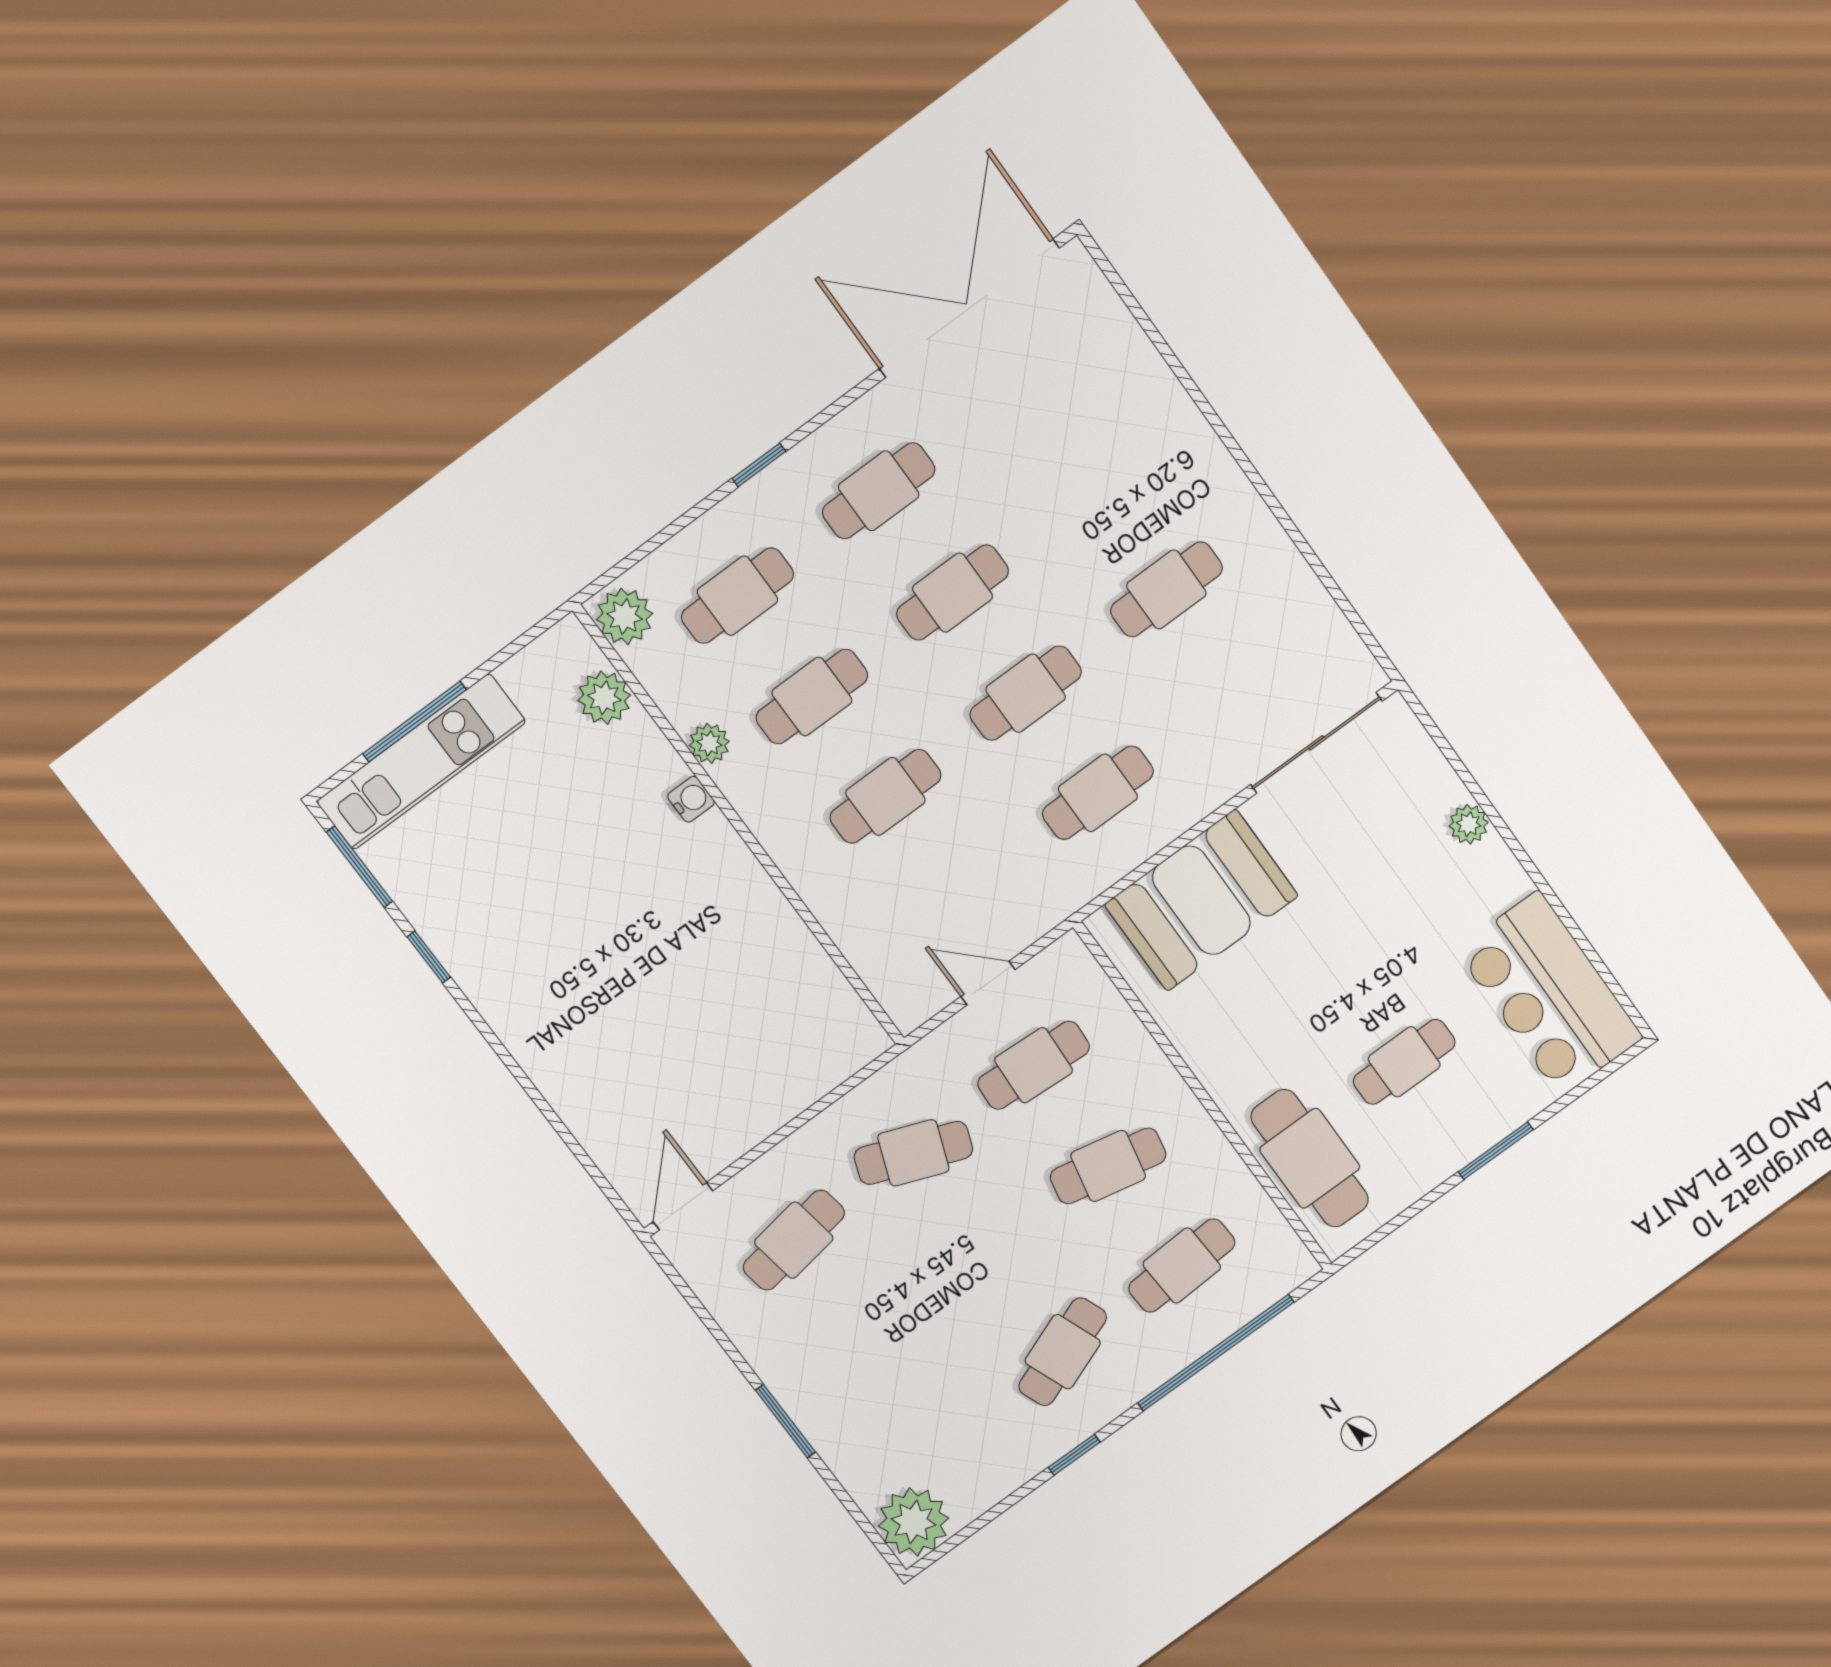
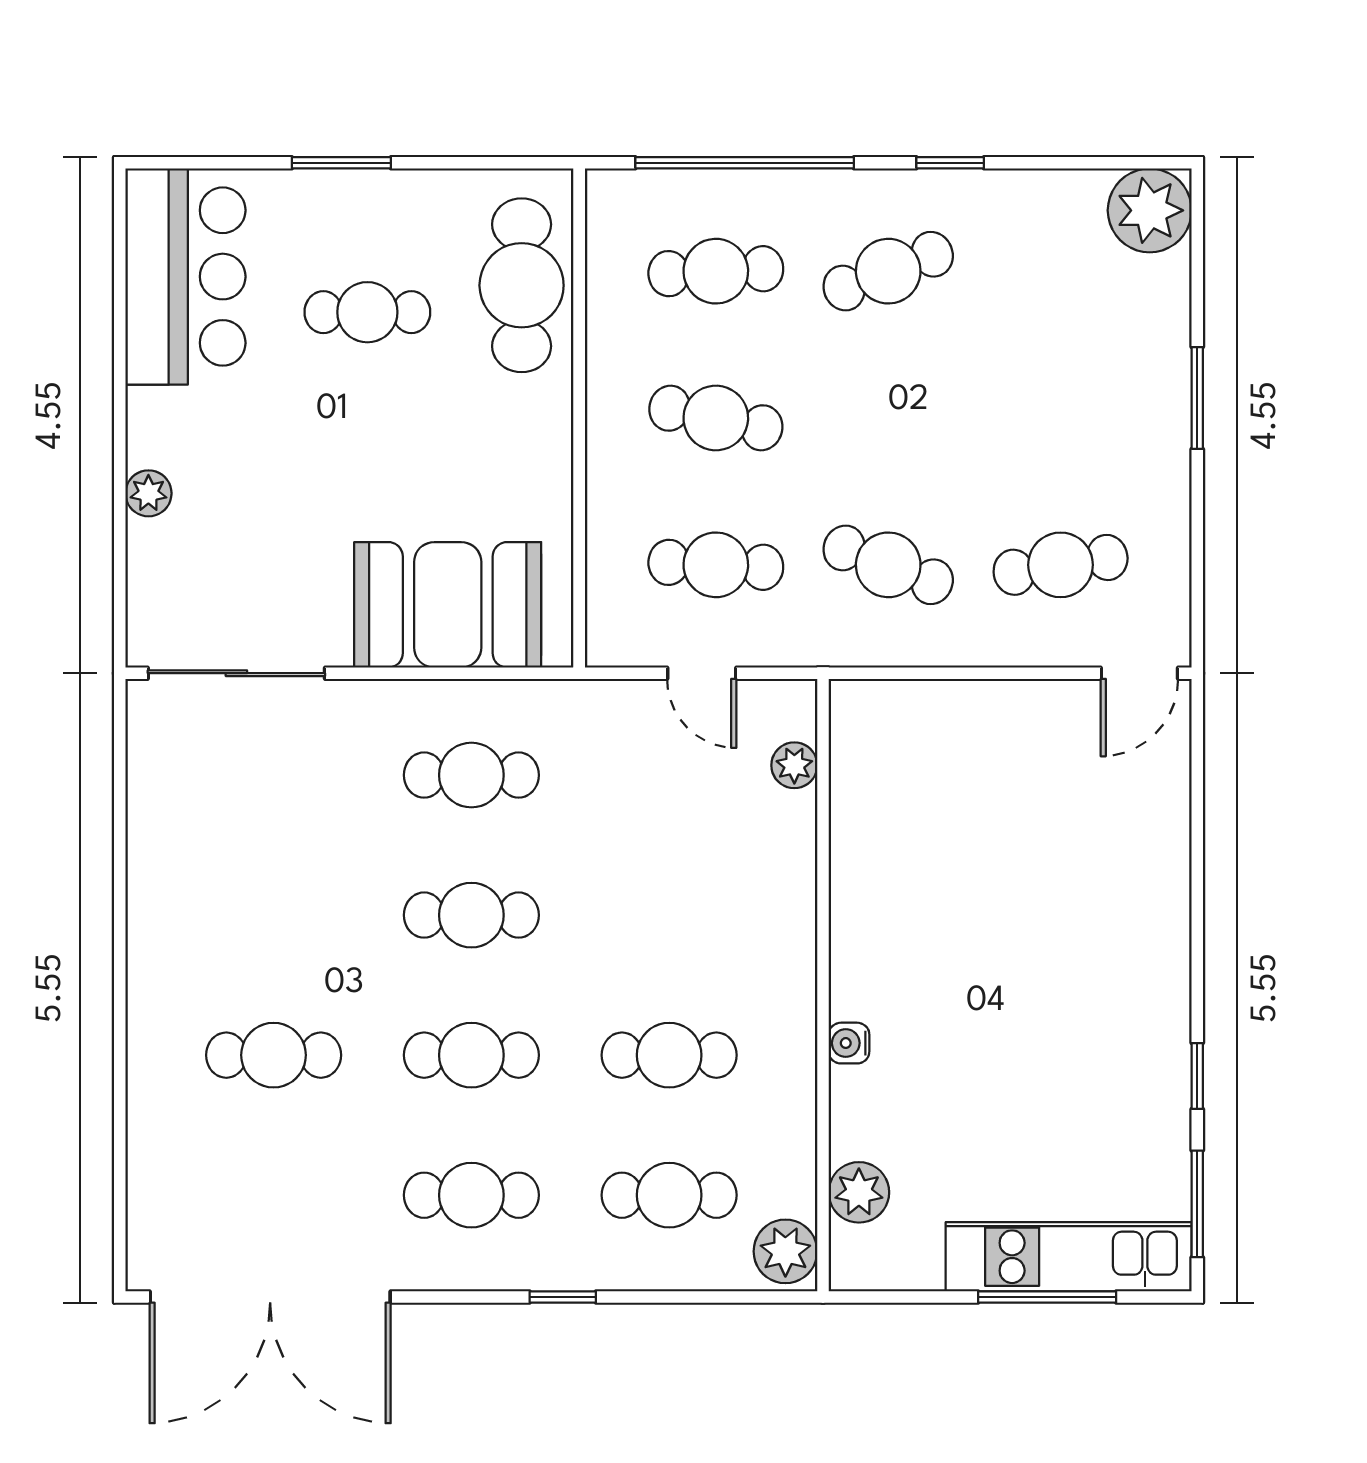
cafe table: (1166, 589) -> (274, 1055), moved
plant: (709, 743) -> (794, 765), moved
cafe table: (885, 796) -> (669, 915), removed

